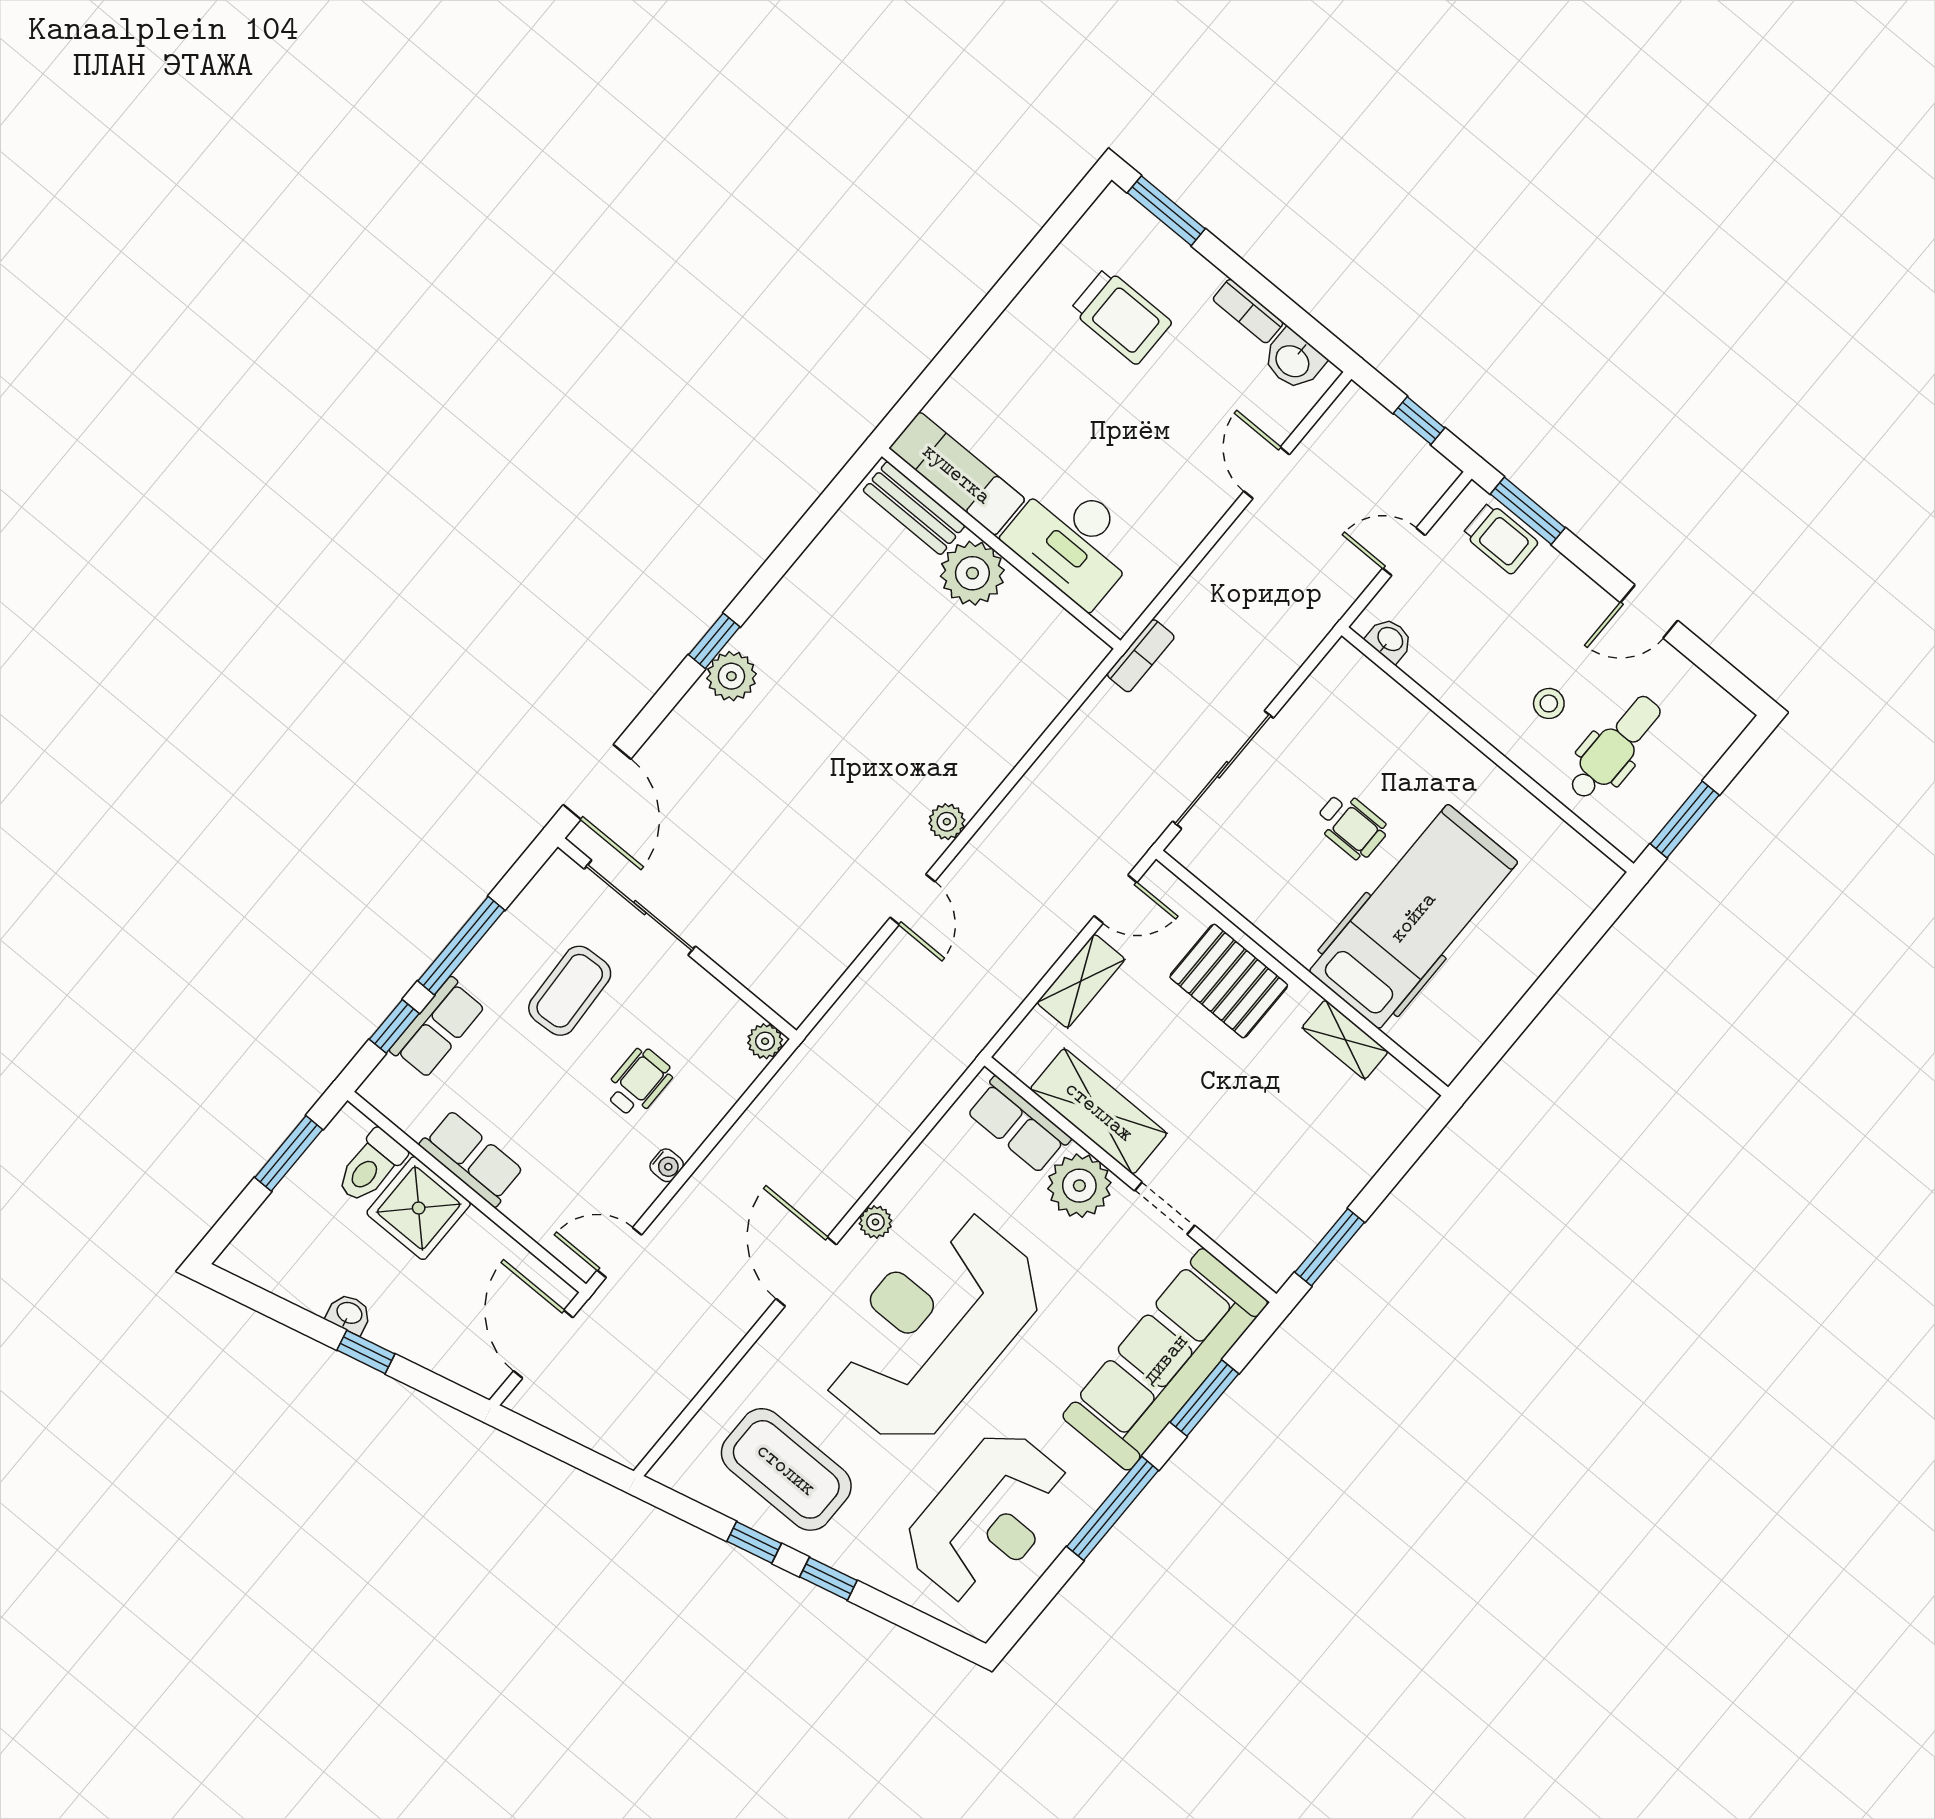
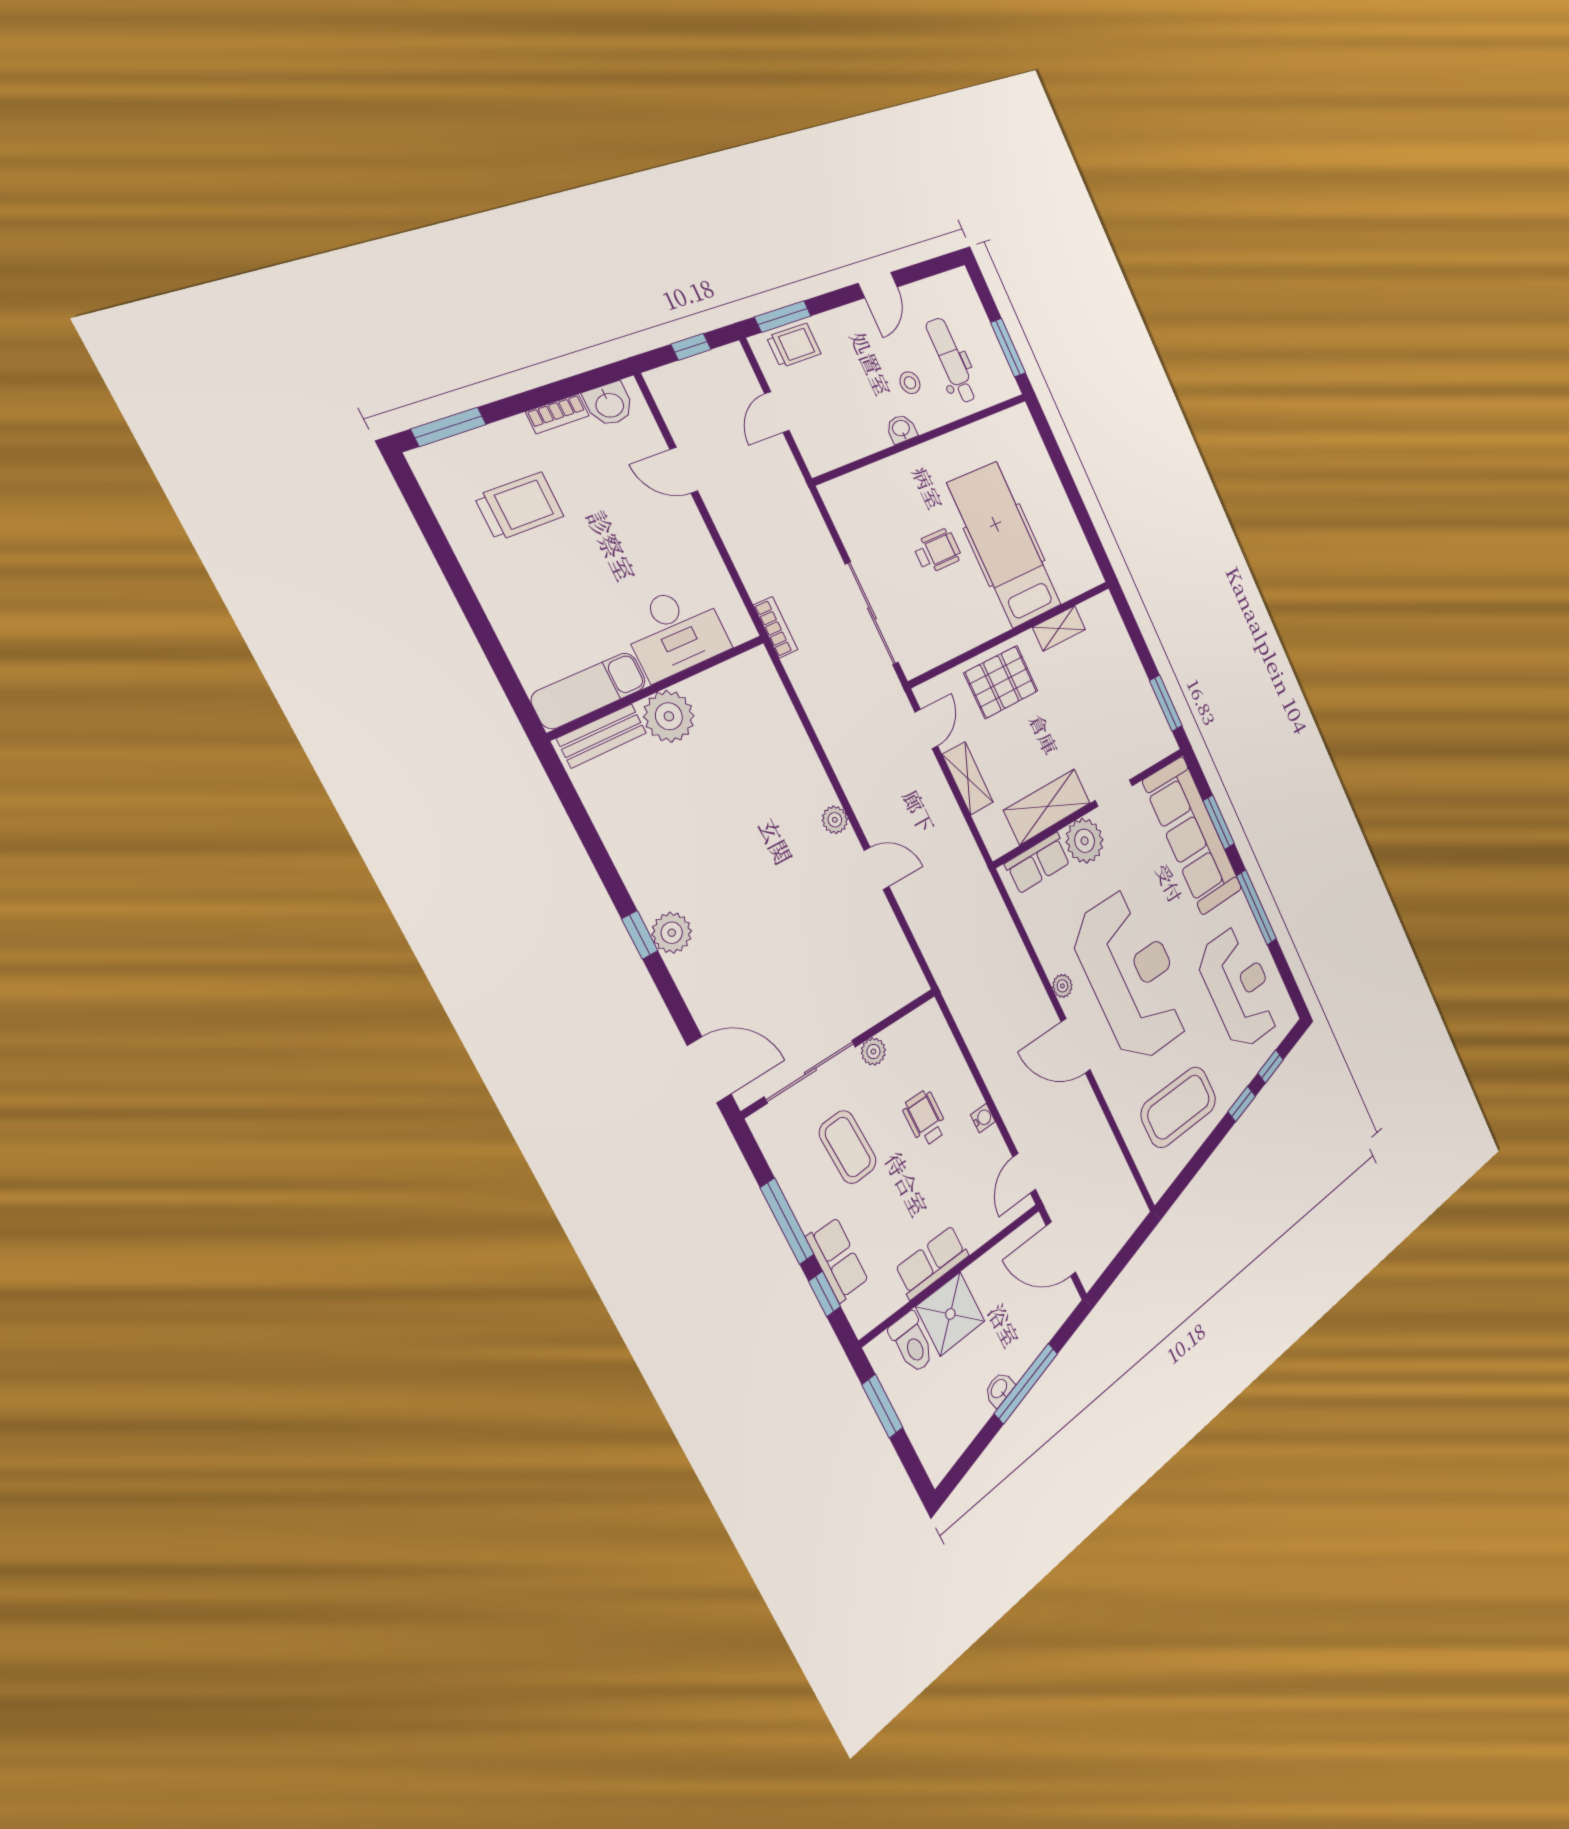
washbasin: (1390, 640) -> (901, 429), moved
plant: (765, 1041) -> (873, 1051), moved
reception desk: (933, 1328) -> (1132, 975), turned 180
window: (366, 1352) -> (1026, 1383), width x2.17
window: (754, 1542) -> (1271, 1066), moved

